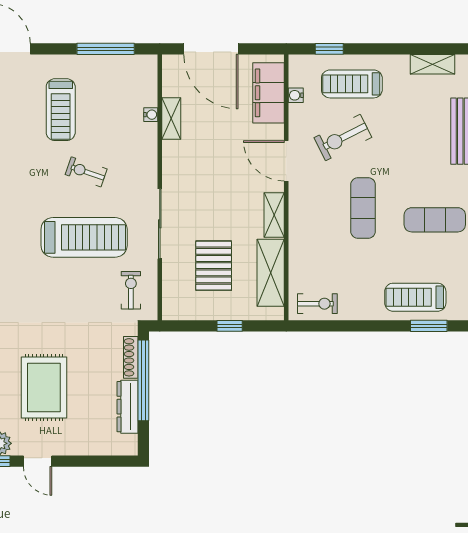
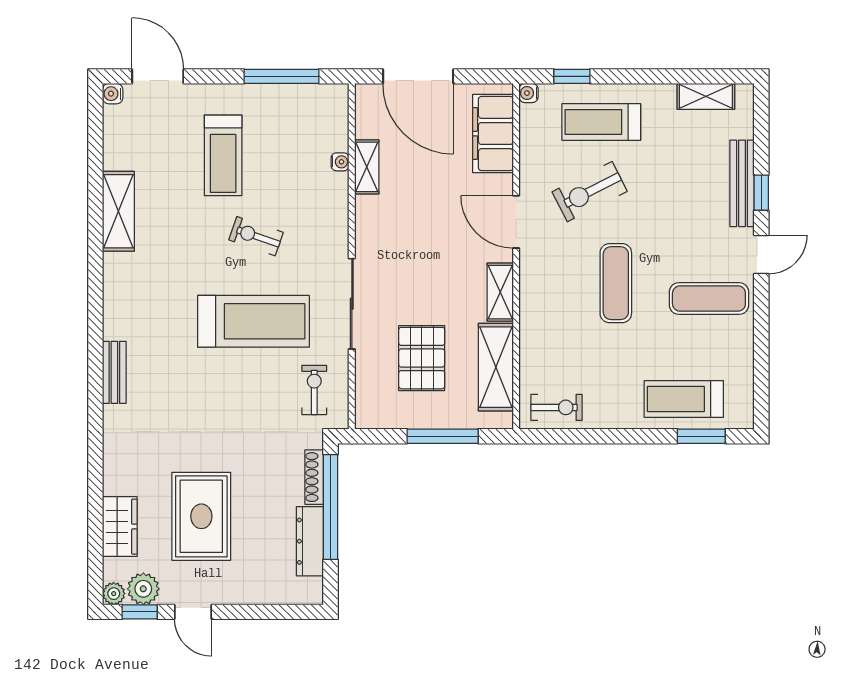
water cooler: (296, 95) -> (529, 93), moved
window: (230, 326) -> (443, 436), width x2.17

